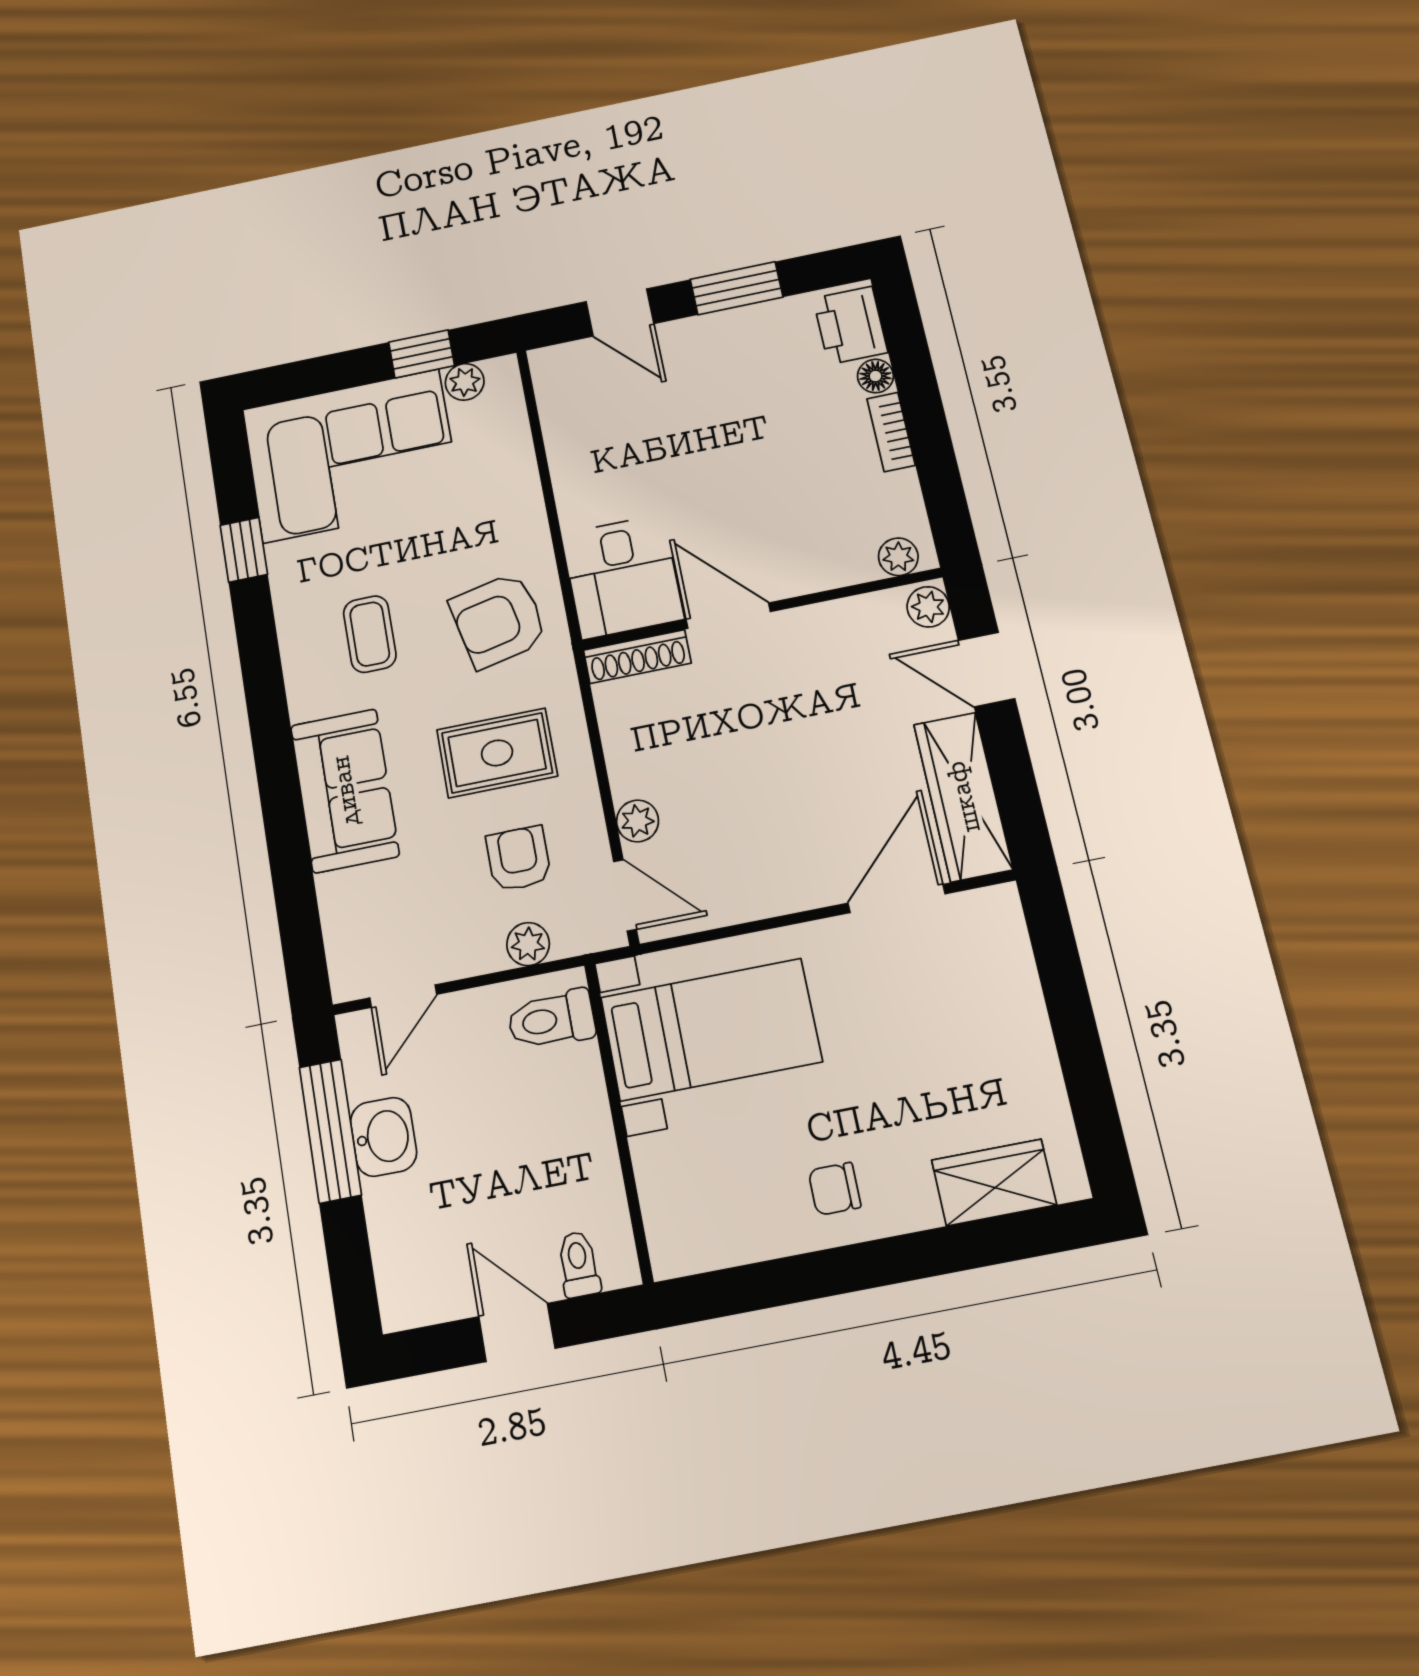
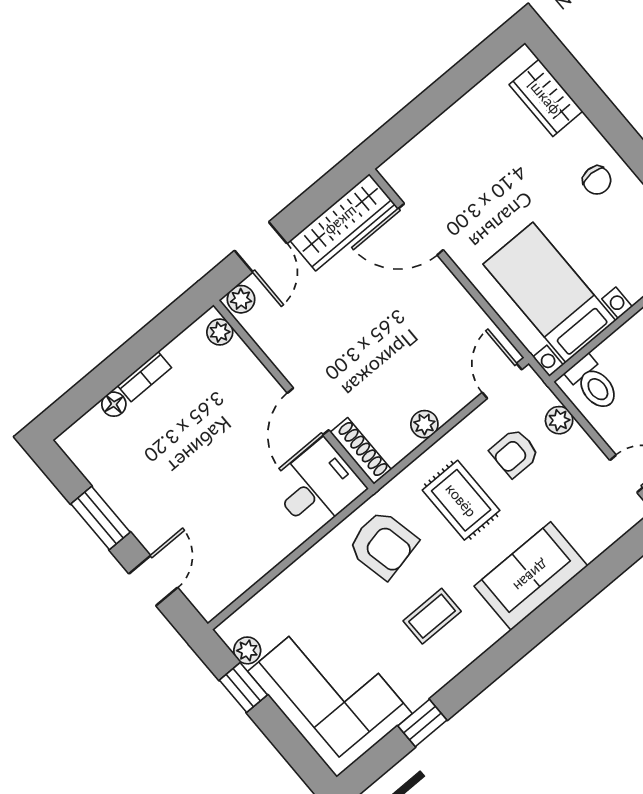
printer: (850, 325) -> (89, 436), removed
plant: (638, 821) -> (424, 424), moved

